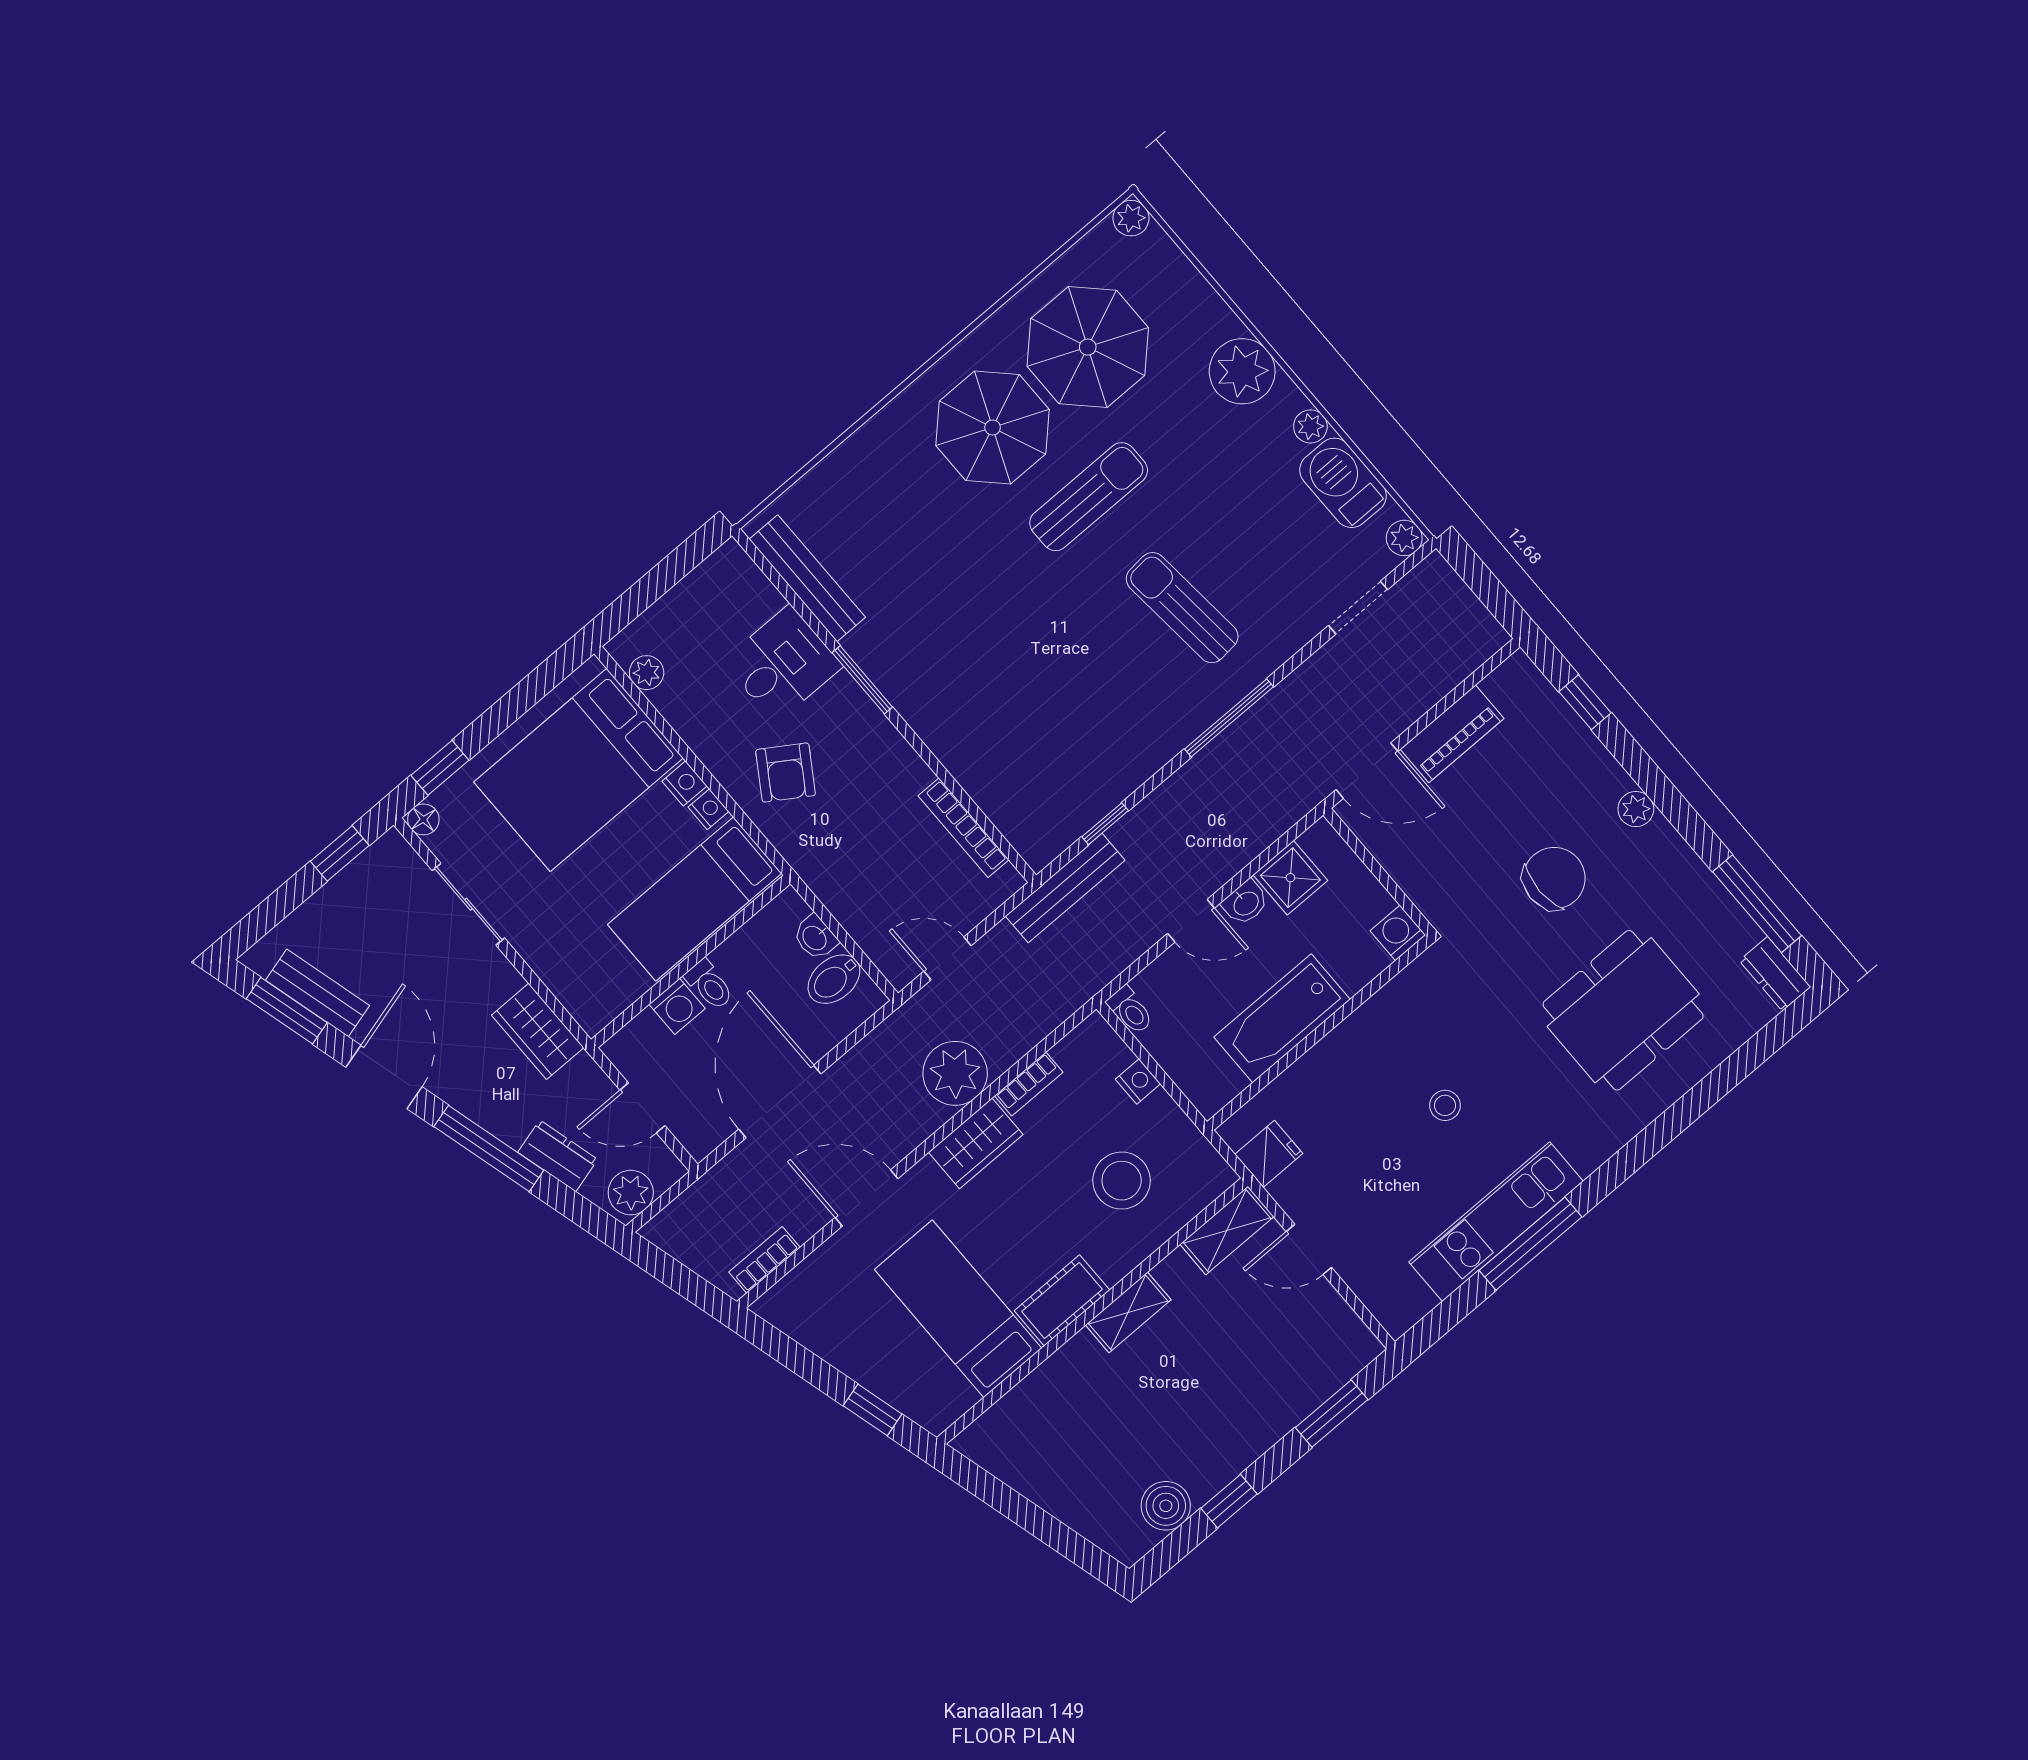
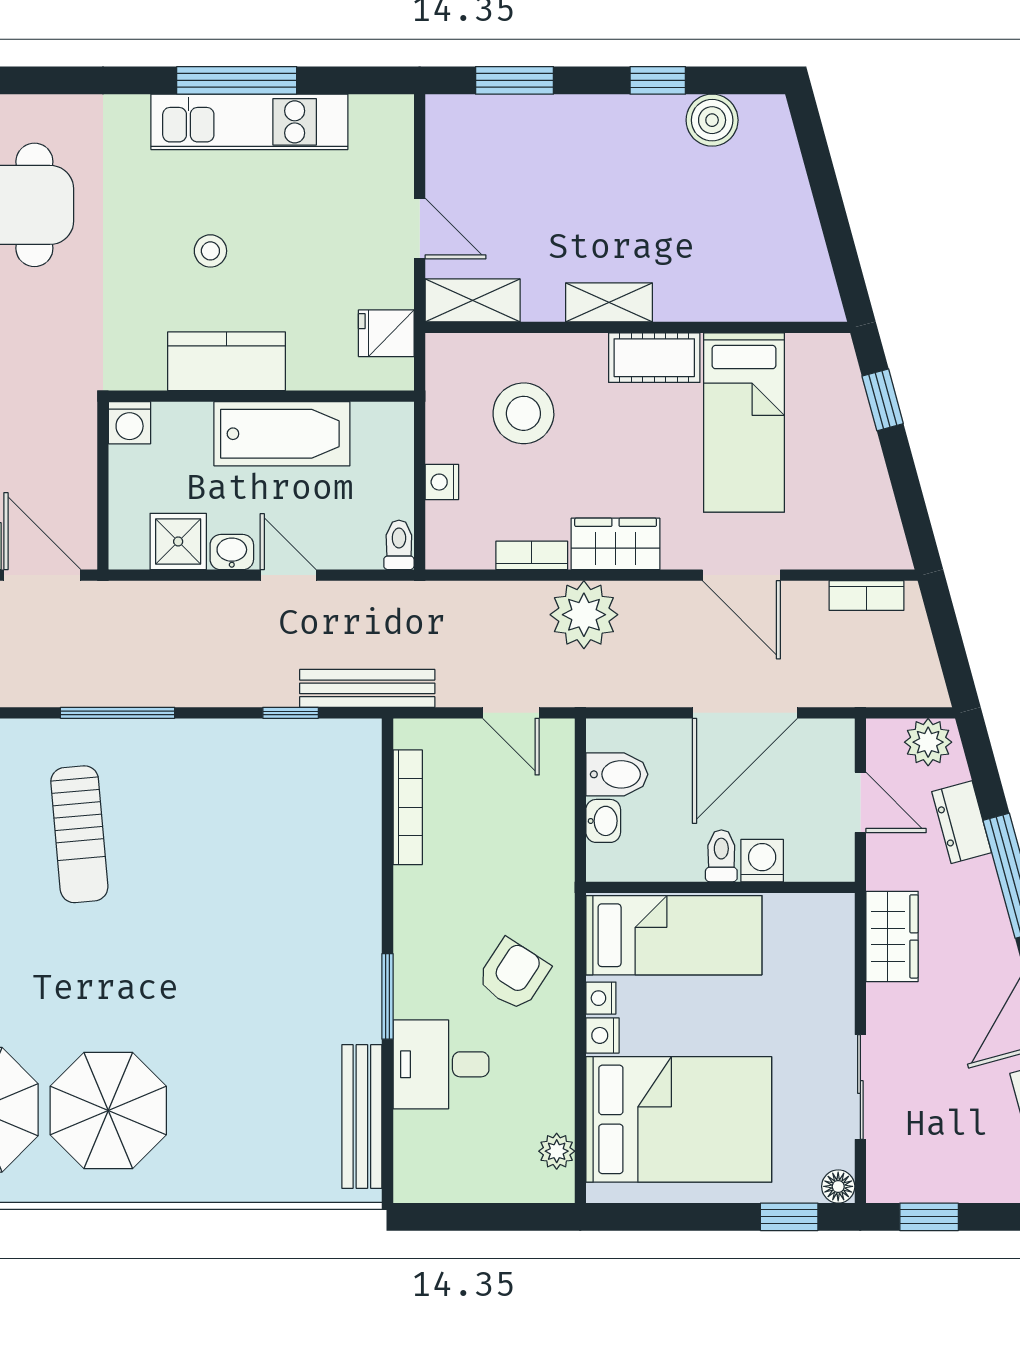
sun lounger: (1089, 497) -> (78, 988), removed
kitchen counter: (1366, 1036) -> (227, 361), added

